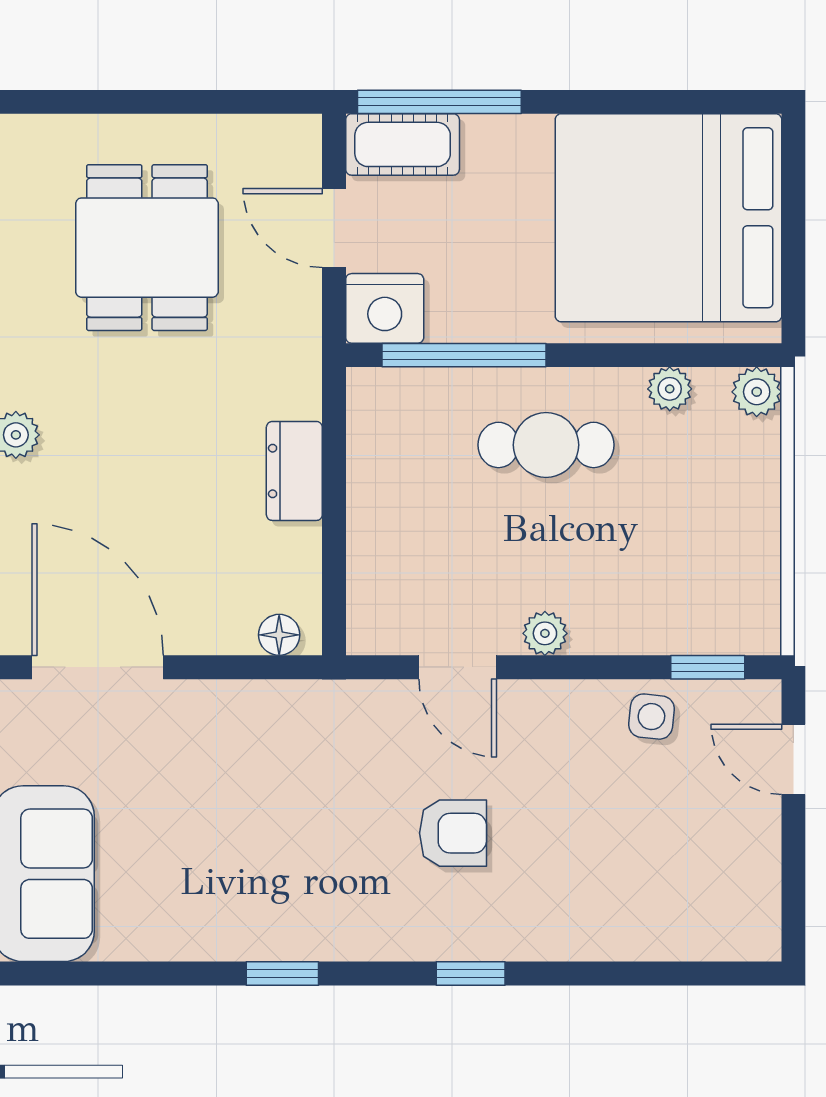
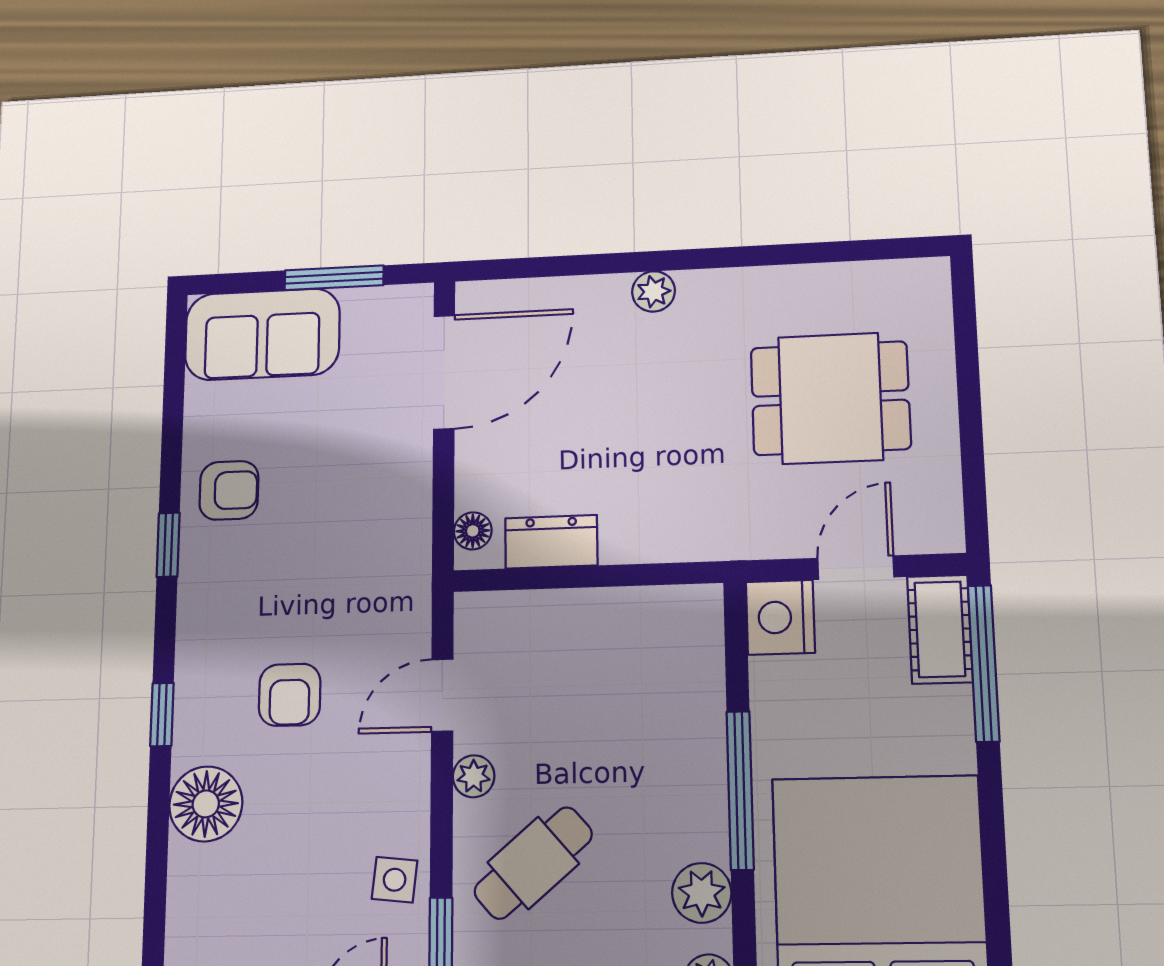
window: (464, 355) -> (740, 790), moved
plant: (670, 389) -> (702, 893), width x1.38, depth x1.38
cafe table: (546, 445) -> (533, 863), moved, turned 49
dresser: (294, 471) -> (551, 542), moved
armchair: (223, 907) -> (229, 490), added
floor lamp: (568, 922) -> (206, 804), added

